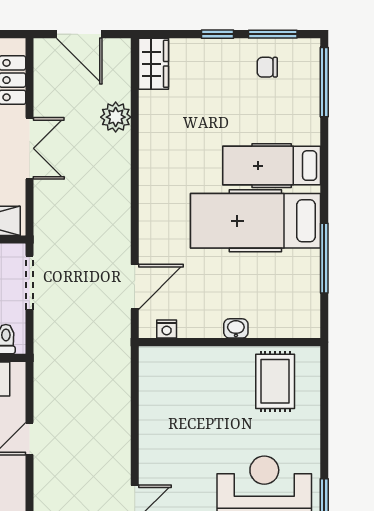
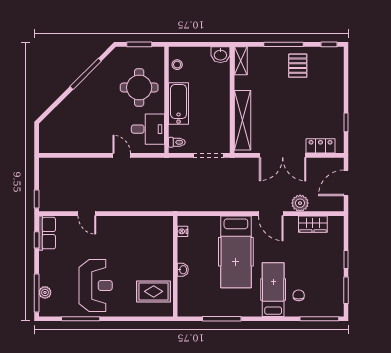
wardrobe: (154, 64) -> (313, 224), moved
chair: (267, 67) -> (299, 295), moved
double door: (29, 148) -> (283, 155), width x1.37
hospital bed: (255, 221) -> (236, 252), moved, turned 180
door: (135, 287) -> (271, 214), moved

